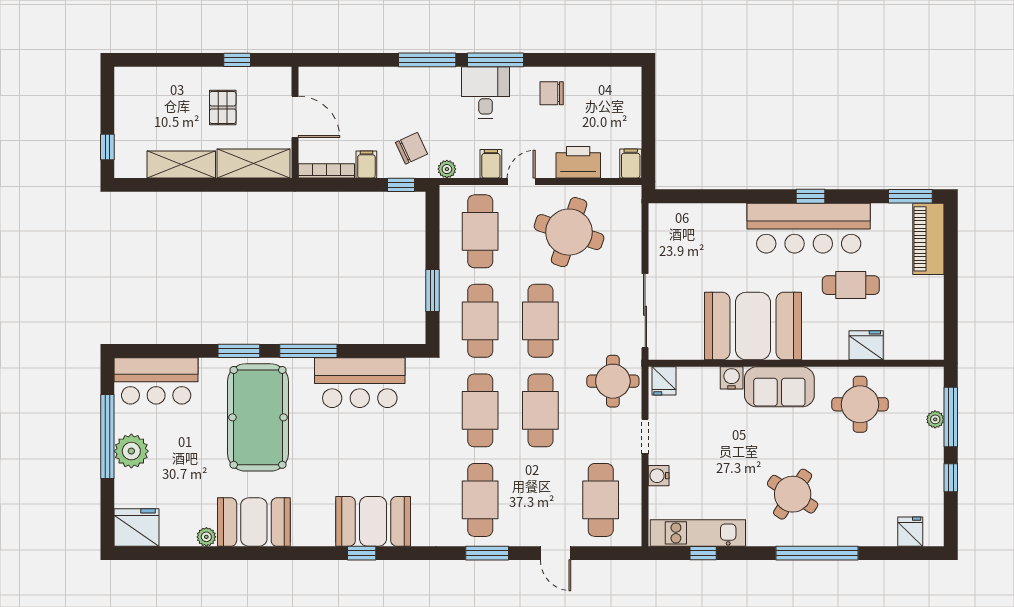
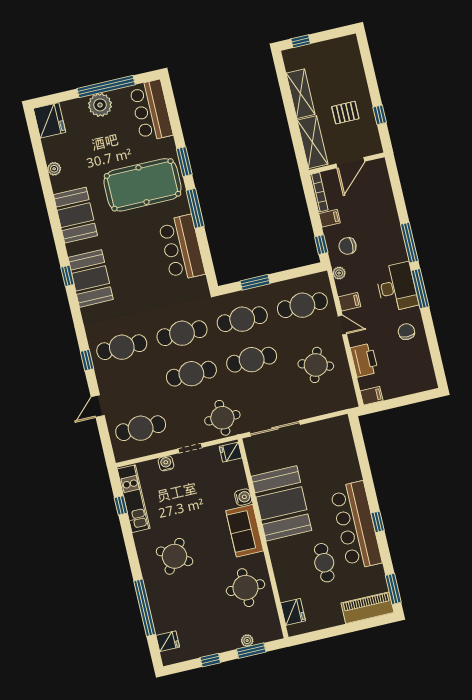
desk: (486, 92) -> (397, 287), width x1.37
chair: (412, 148) -> (348, 246), turned 115
round table: (569, 232) -> (316, 365), width x0.73, depth x0.73
fridge: (866, 345) -> (293, 612), moved
window: (951, 417) -> (251, 651), width x0.69
booth: (254, 522) -> (75, 215), moved
window: (487, 553) -> (87, 360), width x0.67
window: (817, 553) -> (145, 608), moved

